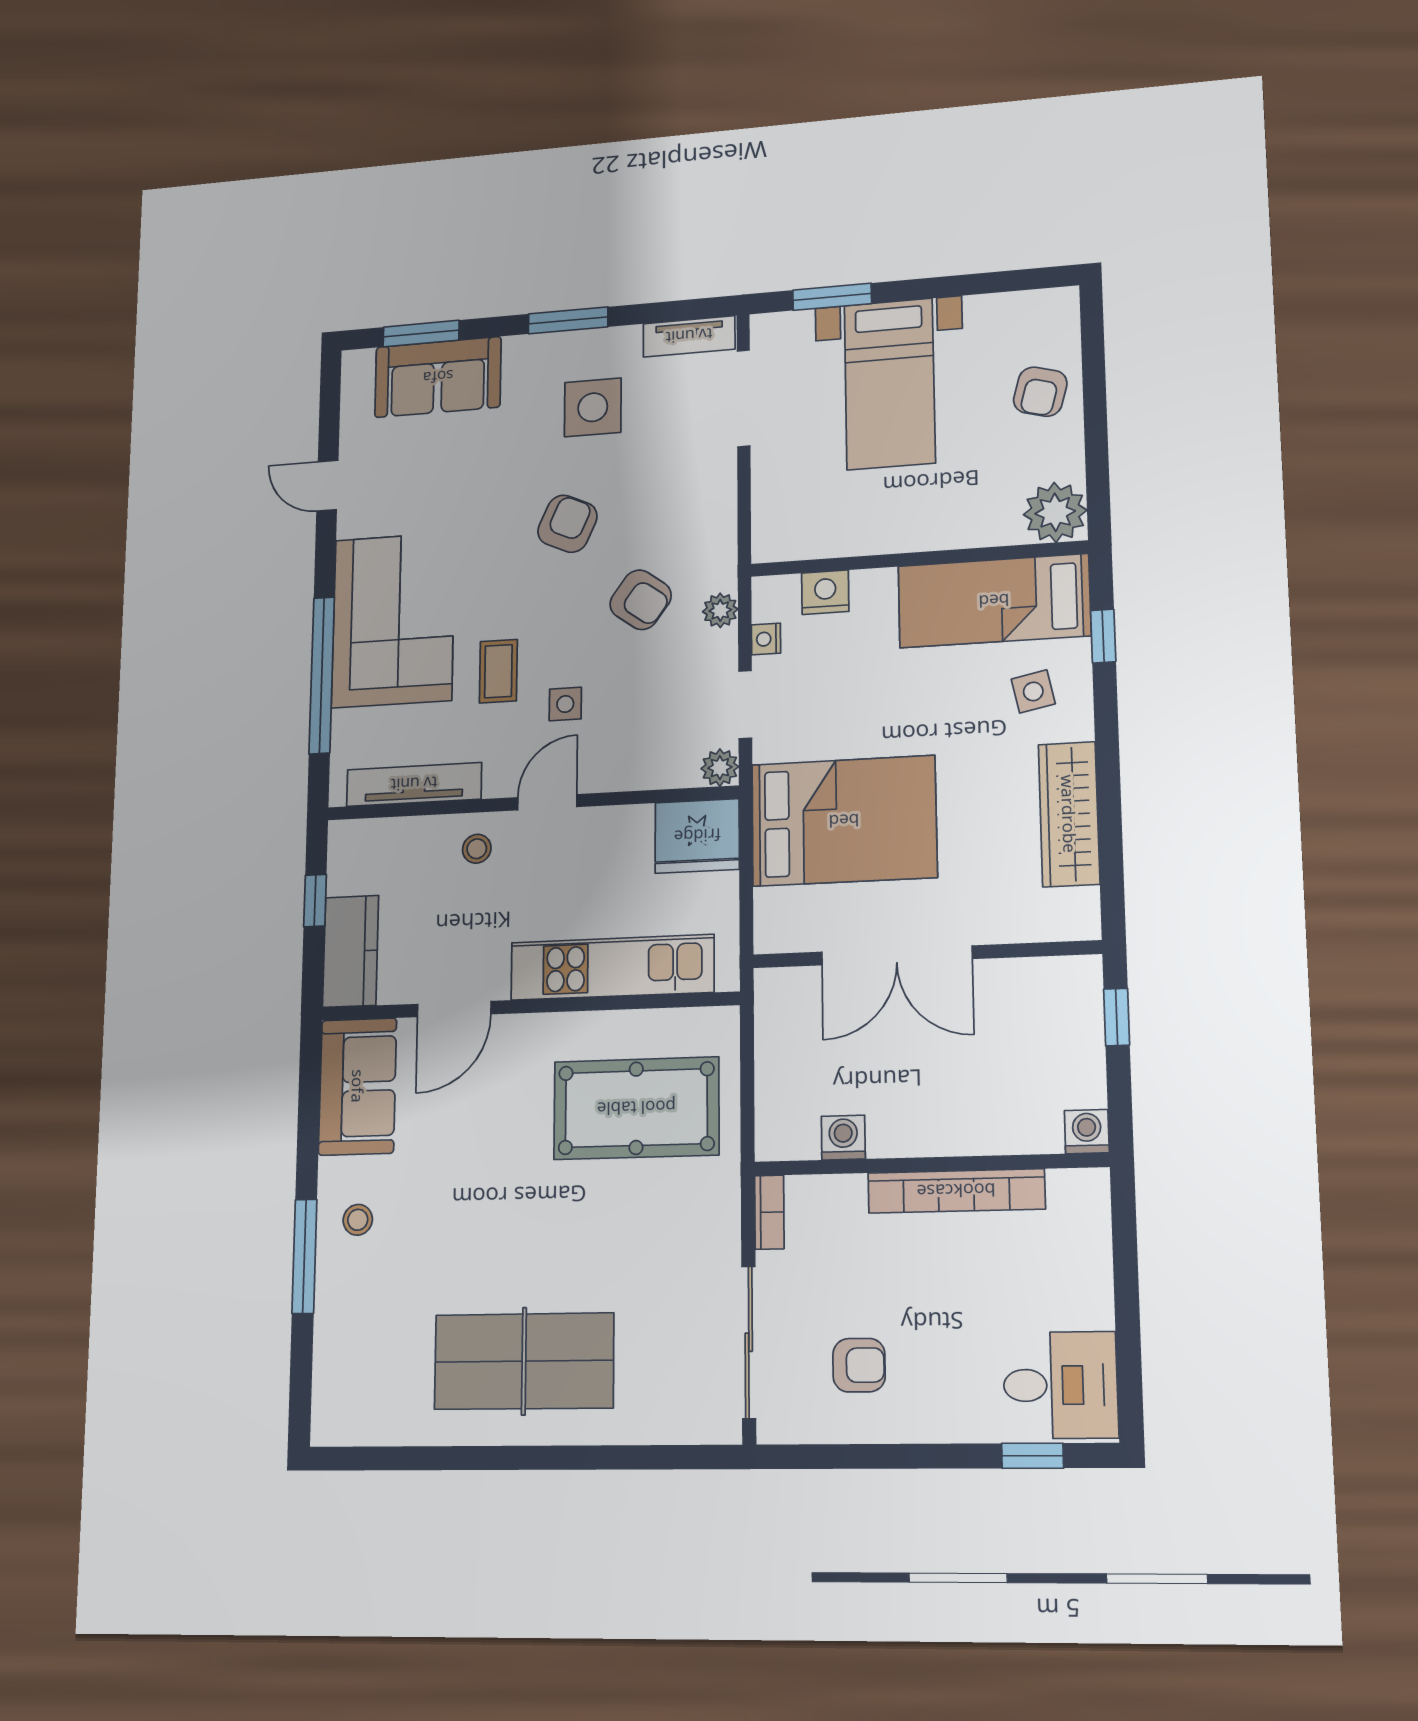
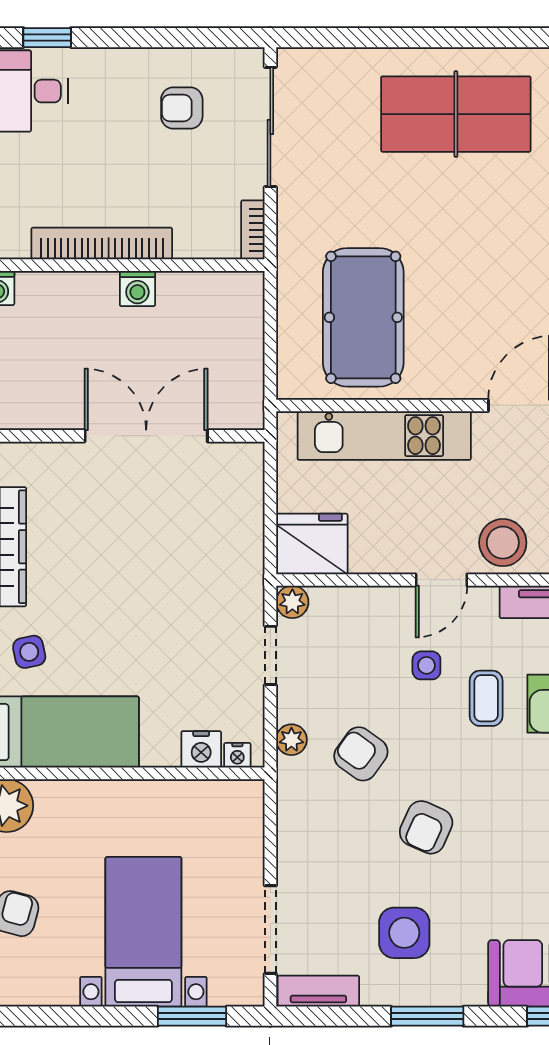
nightstand: (766, 639) -> (237, 755), moved, turned 90
bed: (844, 821) -> (188, 551), removed
stool: (477, 849) -> (503, 543), width x1.89, depth x1.89
pool table: (636, 1108) -> (363, 317), turned 90
washing machine: (843, 1138) -> (137, 289), moved

